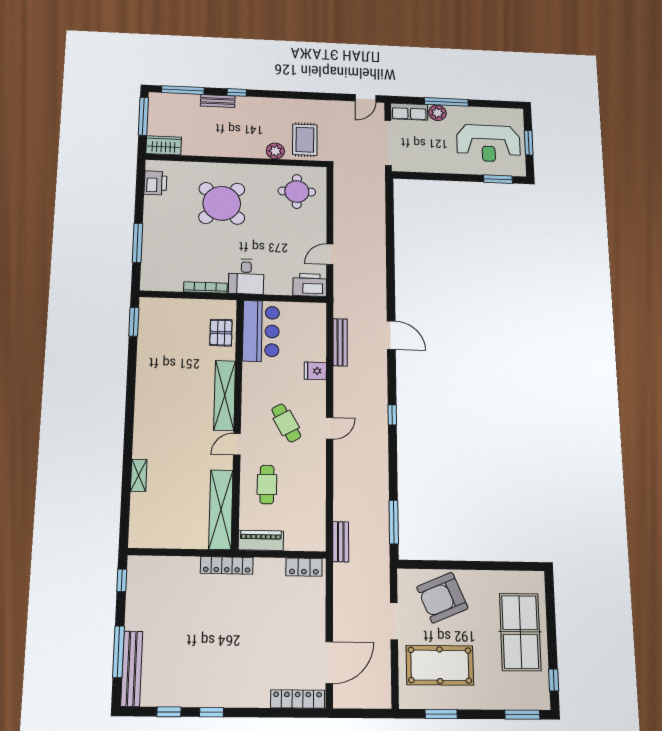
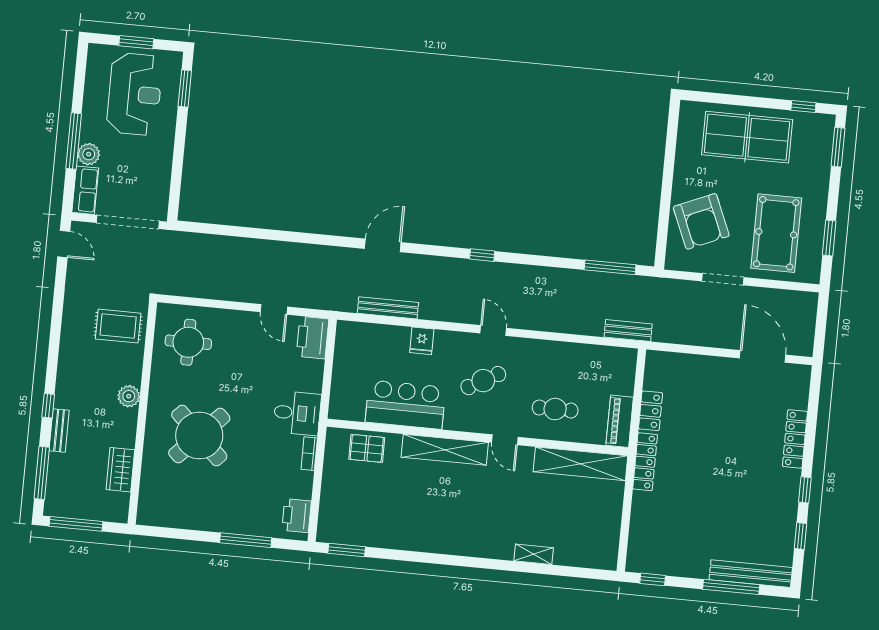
wardrobe: (164, 145) -> (120, 470), moved
plant: (275, 151) -> (129, 396), moved
printer: (155, 183) -> (297, 516), moved, turned -90
bookcase: (205, 288) -> (309, 454), width x0.64
bar counter: (261, 331) -> (405, 405), moved
locker: (304, 567) -> (651, 411), moved
locker: (298, 699) -> (795, 439), moved

